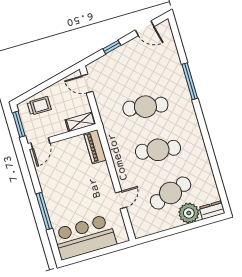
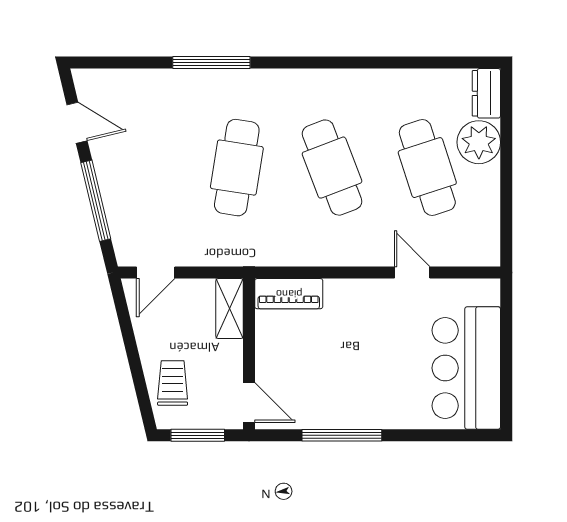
door: (145, 28) -> (77, 123), hinge flipped
window: (112, 47) -> (96, 201), width x2.17
cafe table: (158, 150) -> (332, 168), turned -30
window: (44, 211) -> (342, 435), moved

